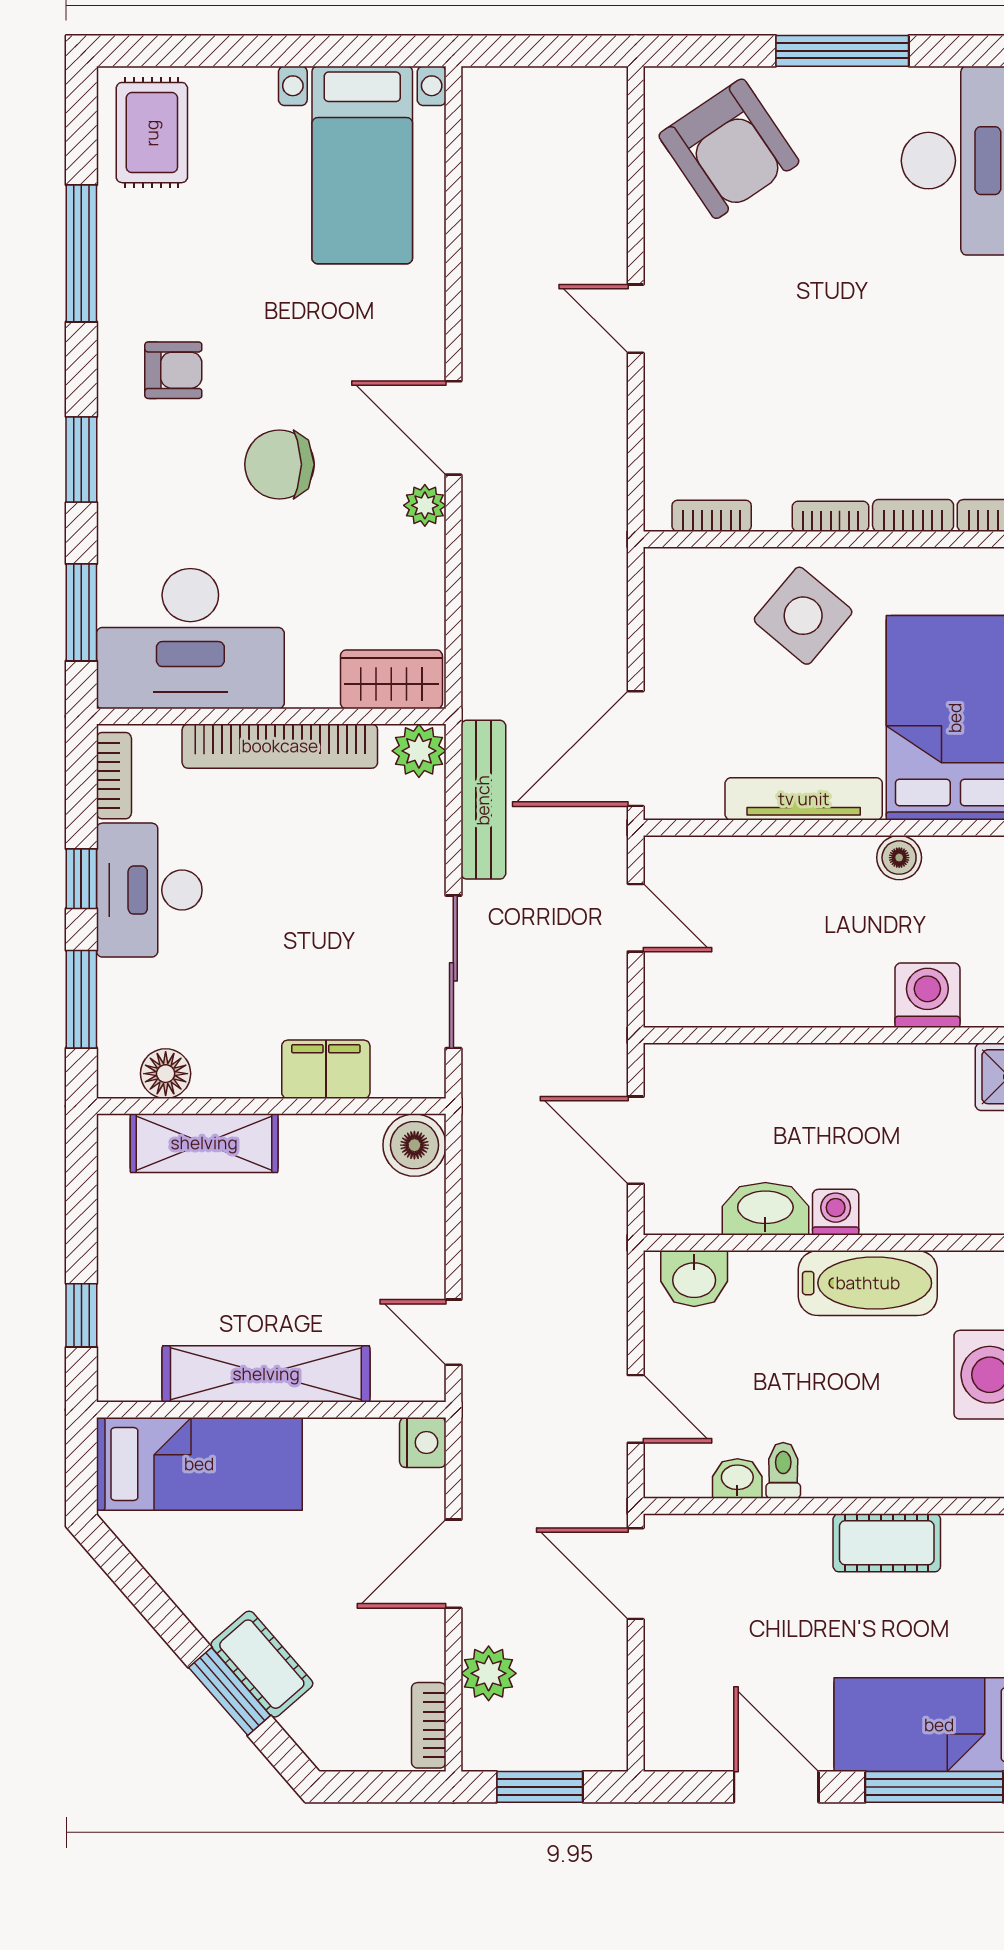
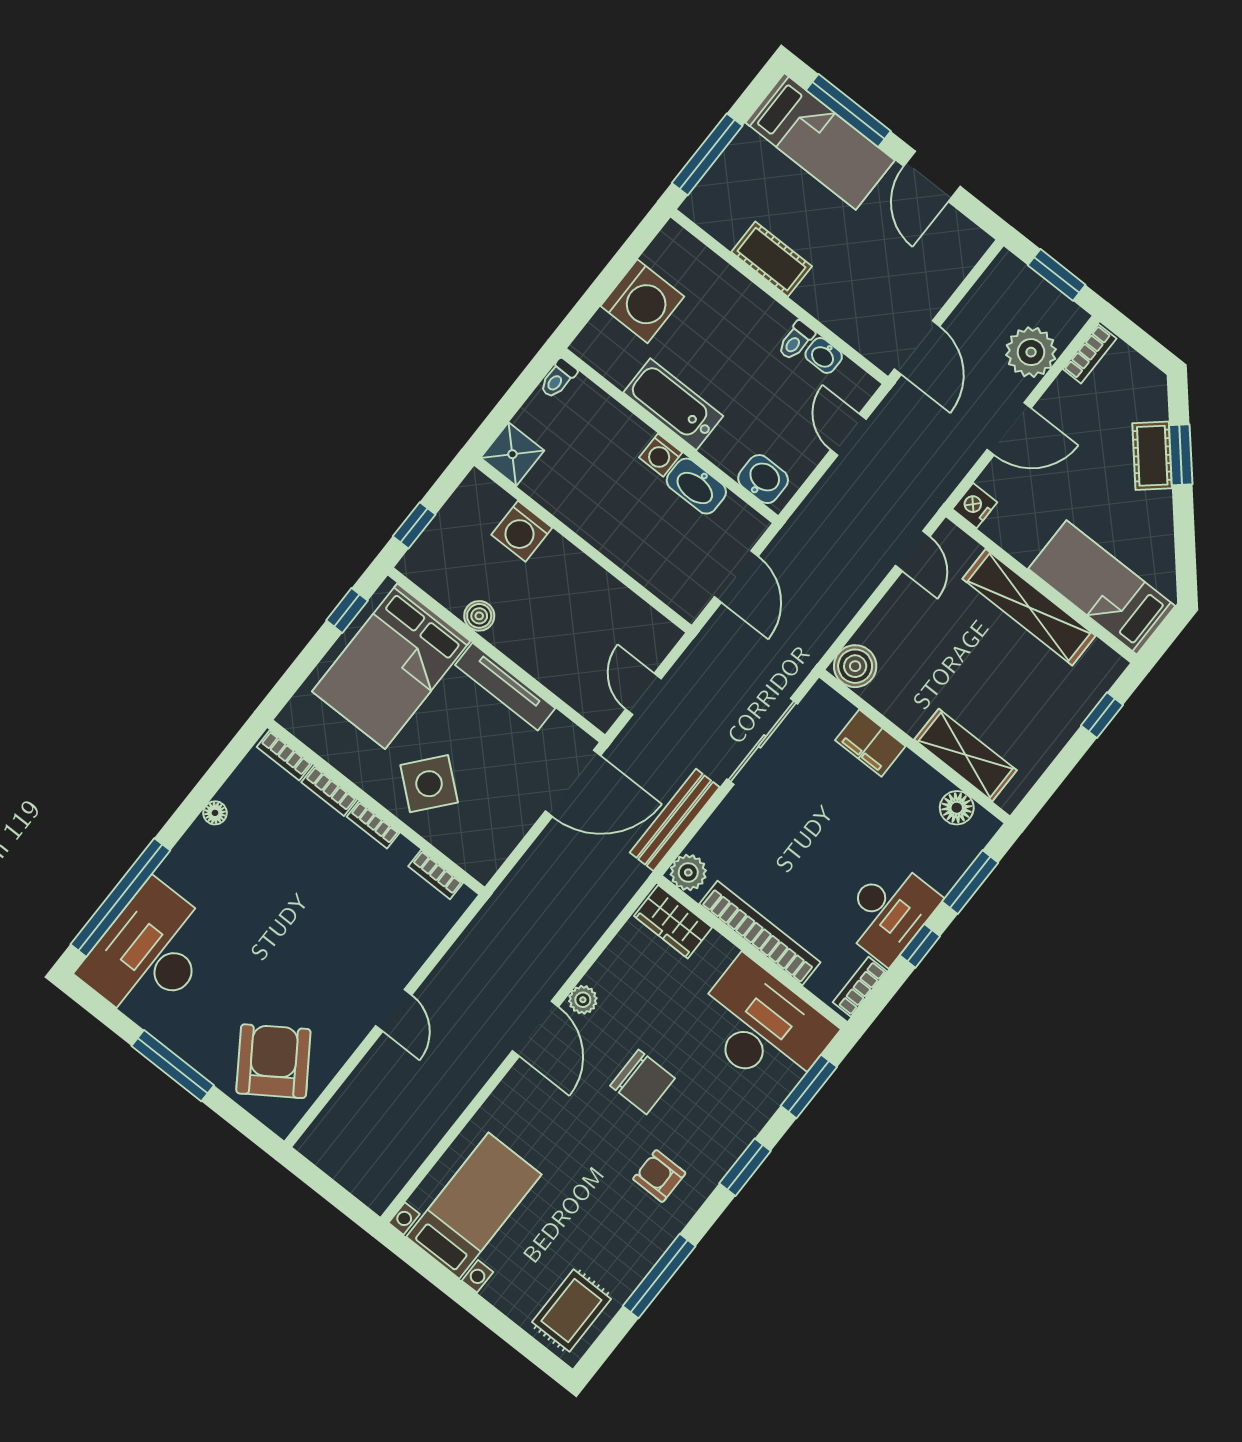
plant: (489, 1673) -> (1031, 352), width x1.36, depth x1.36

